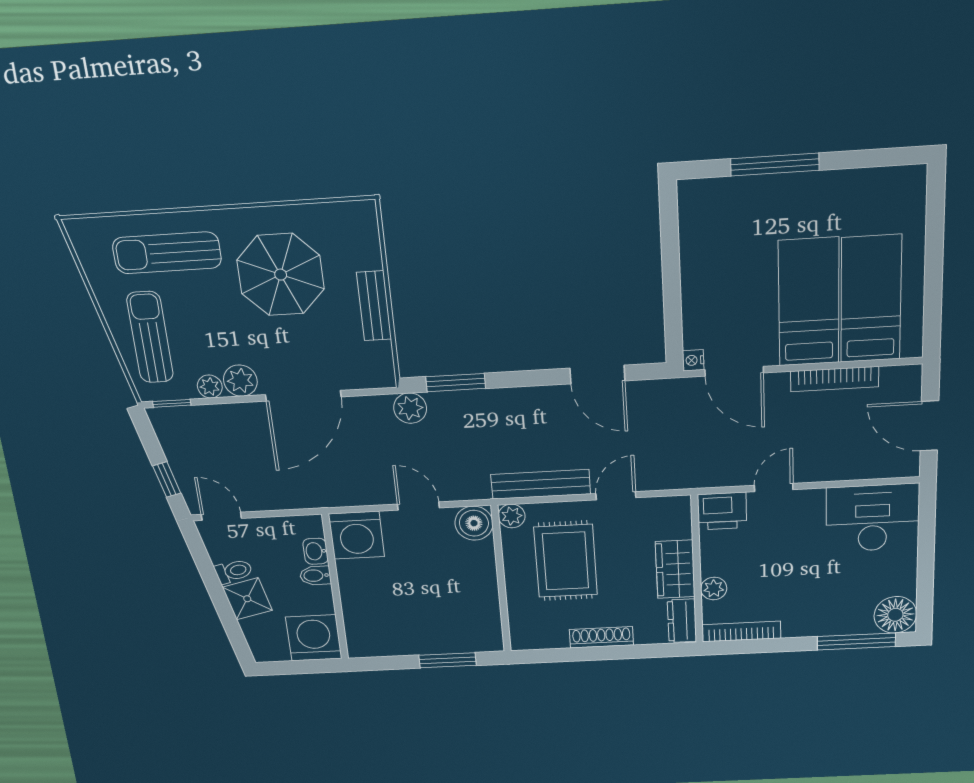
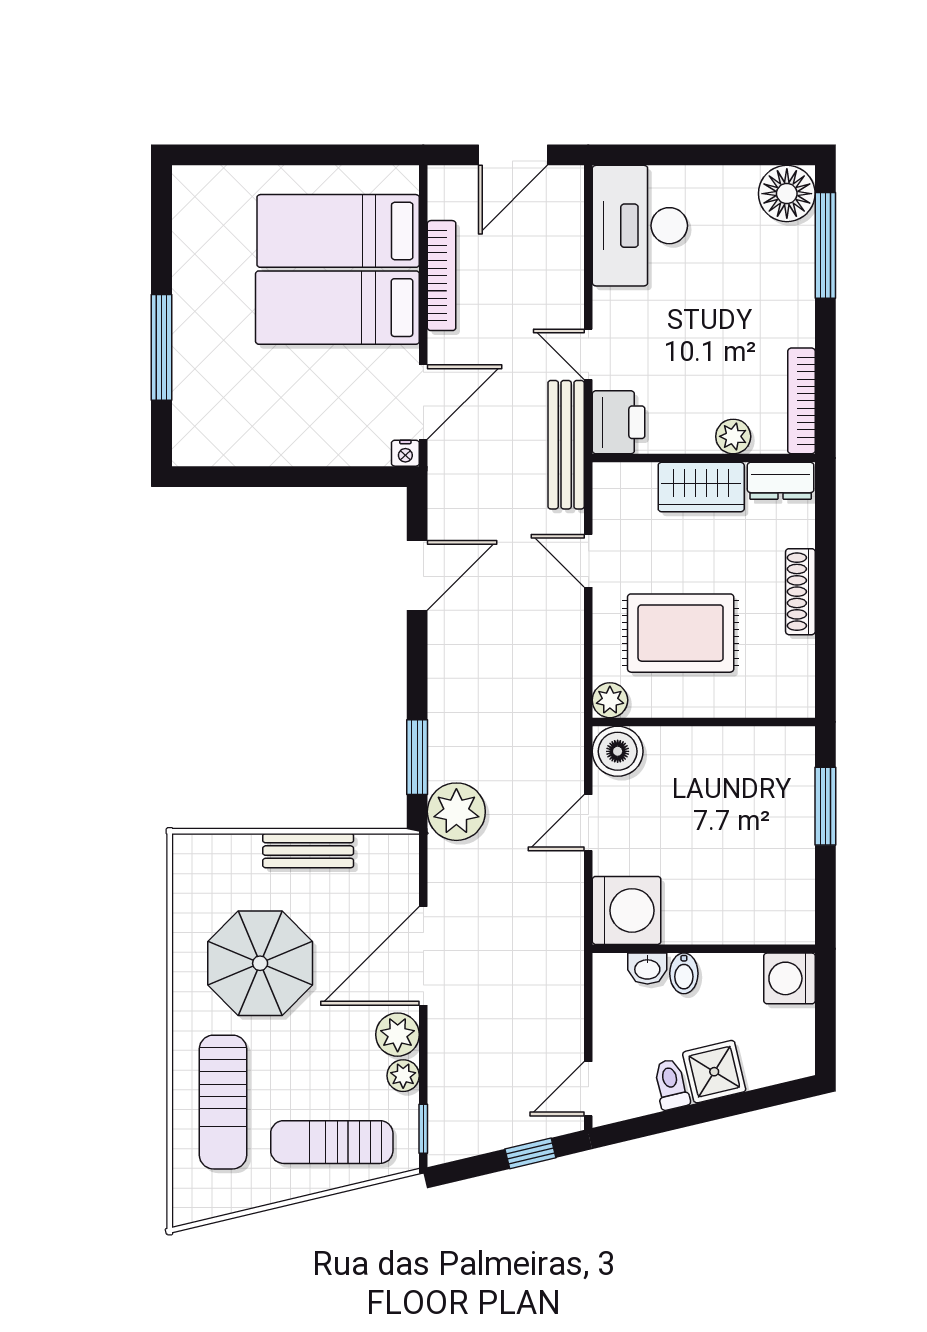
door: (303, 396) -> (423, 956), swing flipped
plant: (410, 408) -> (456, 812), width x1.36, depth x1.36
bench: (541, 484) -> (566, 445), moved
washing machine: (314, 638) -> (789, 978), width x0.73, depth x0.73

